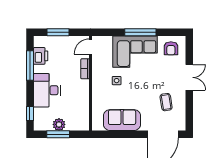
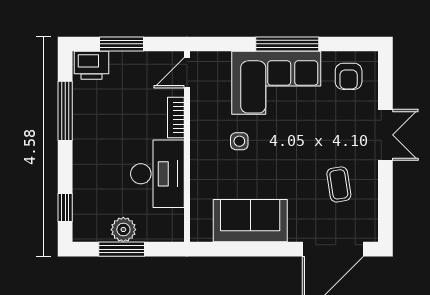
printer: (41, 56) -> (91, 65), moved, turned 90
desk: (47, 90) -> (157, 174), moved, turned 180

